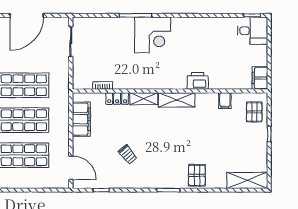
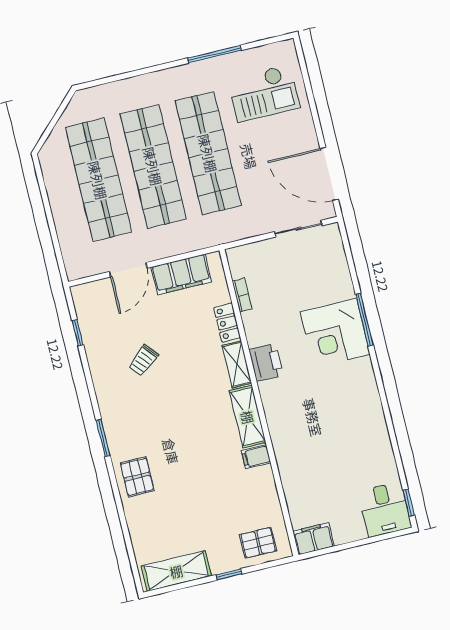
door: (27, 15) -> (329, 174), moved
corner desk: (153, 35) -> (335, 333), moved
printer: (198, 81) -> (266, 362), moved
filing cabinet: (225, 101) -> (256, 457), moved
door: (71, 168) -> (128, 270), moved
pallet: (197, 175) -> (137, 477), turned 90
shelving: (247, 180) -> (176, 571), moved, turned 90

